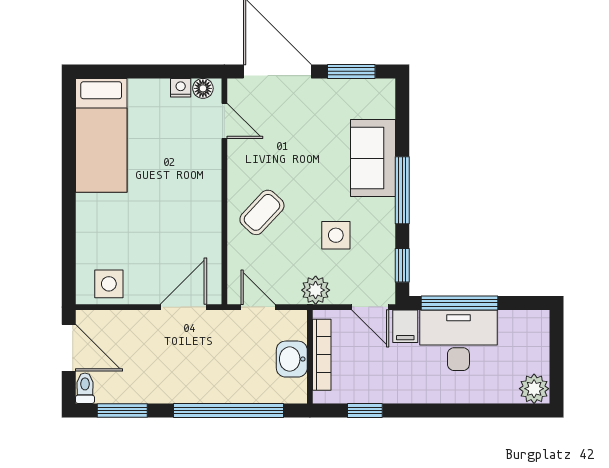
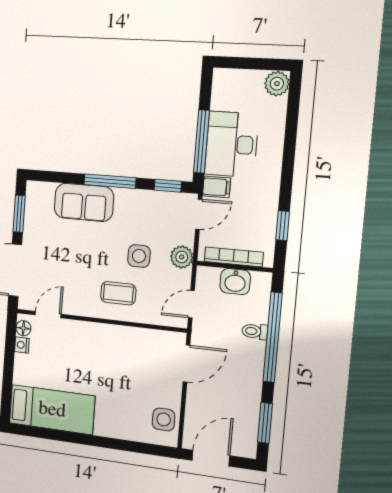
coffee table: (262, 212) -> (118, 293), turned -43
side table: (336, 235) -> (139, 256), moved
door: (183, 307) -> (186, 363), swing flipped
toilet: (85, 388) -> (255, 331), moved

